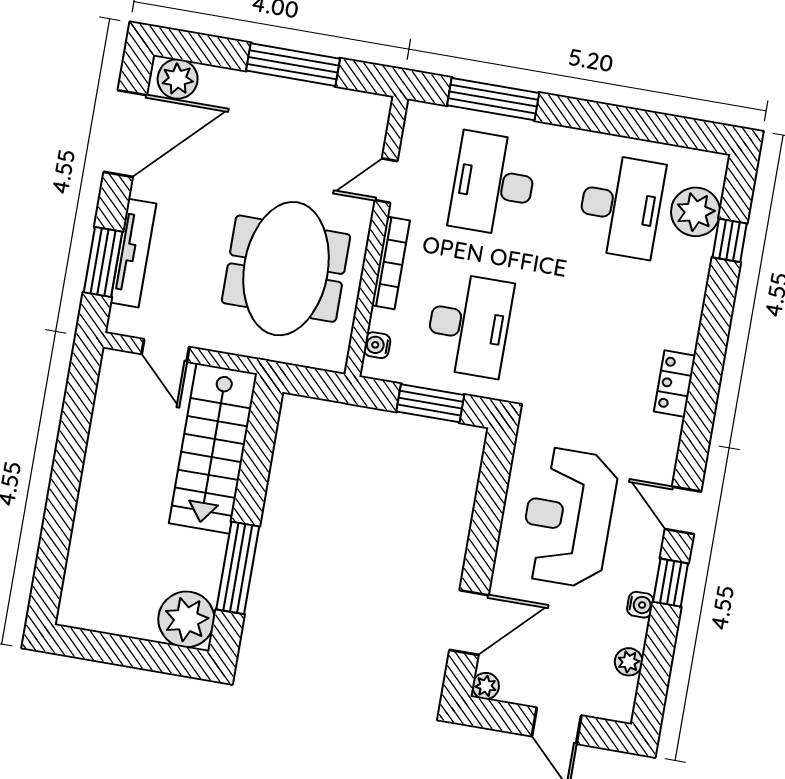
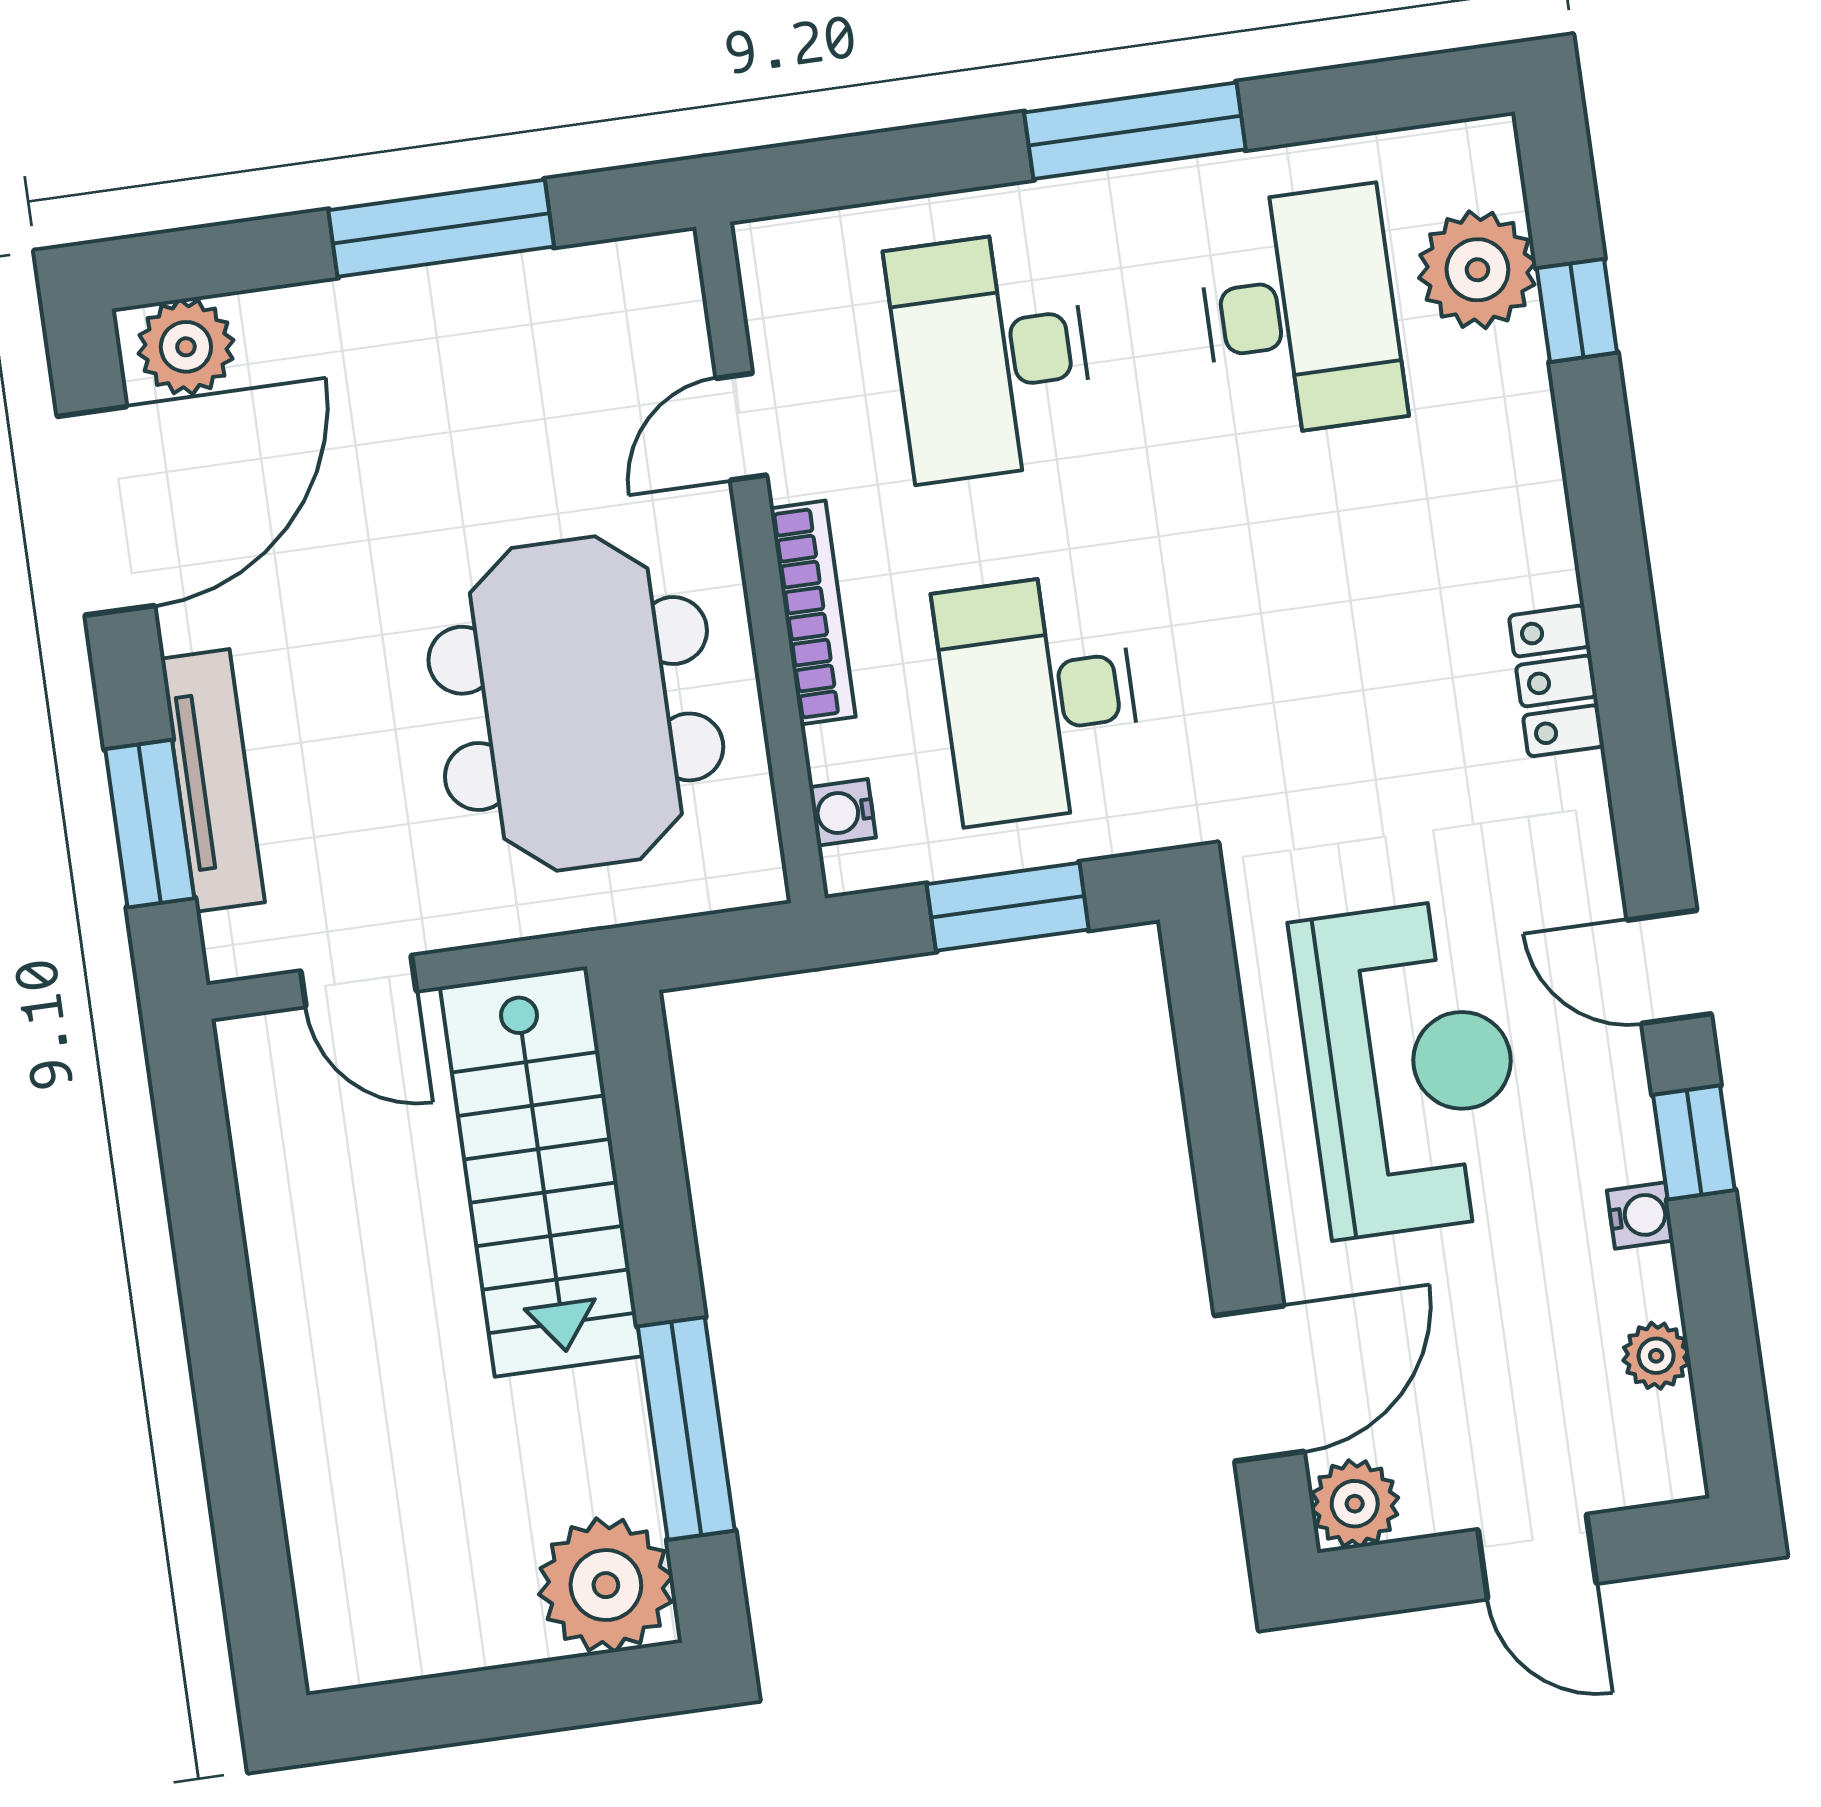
window: (493, 99) -> (1135, 131), moved
desk: (469, 325) -> (1039, 698), turned 180
reception desk: (568, 517) -> (1410, 1068), turned 180
plant: (486, 686) -> (1355, 1504), width x1.38, depth x1.38

